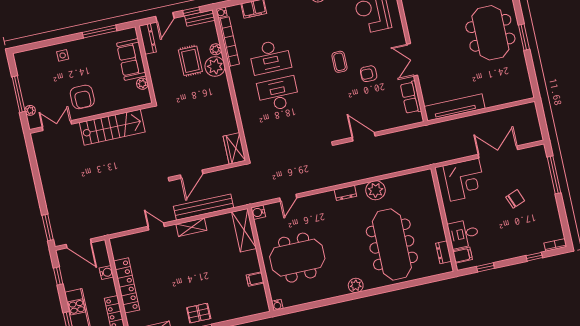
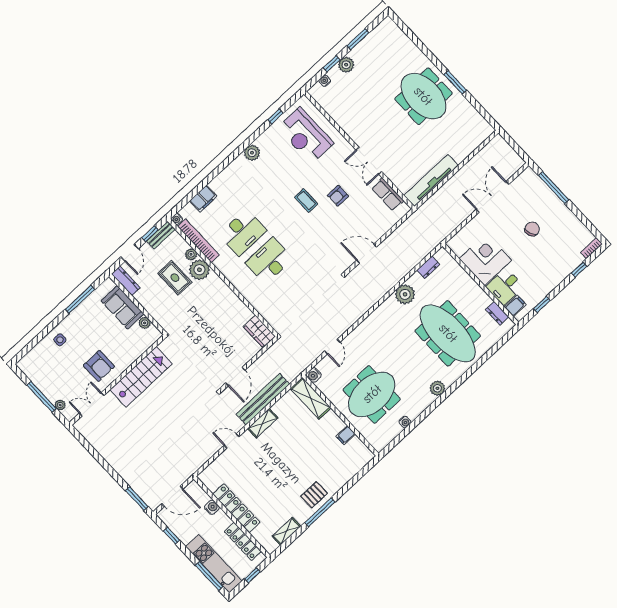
corner desk: (465, 180) -> (485, 260), moved, turned -90
dresser: (345, 193) -> (428, 267), moved
water cooler: (277, 305) -> (405, 422), moved

